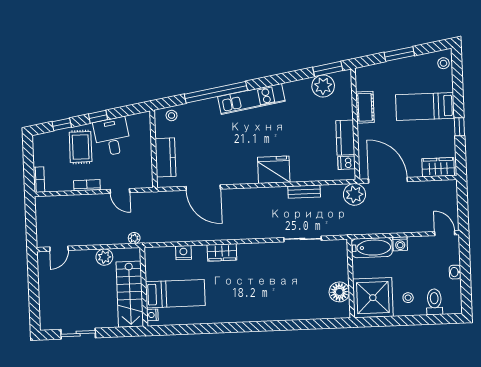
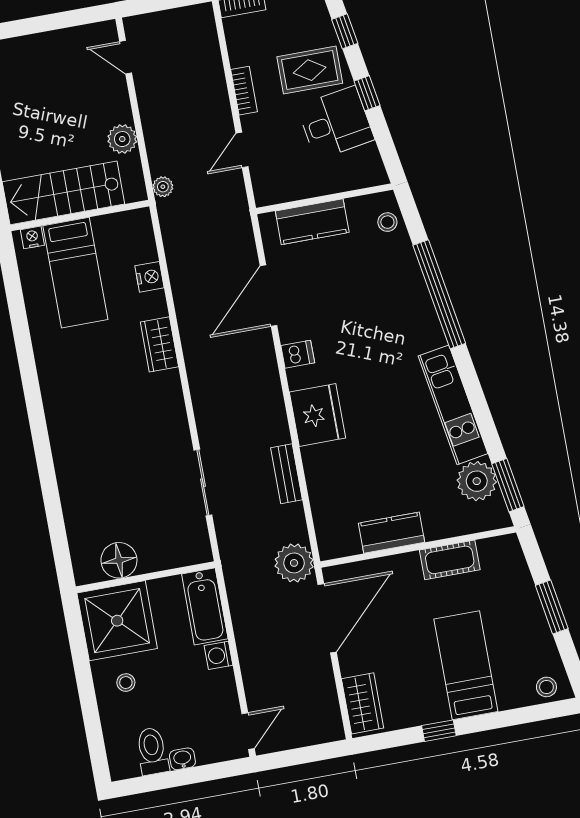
kitchen unit: (251, 99) -> (453, 405), moved
dishwasher: (346, 163) -> (298, 354), moved, turned 90
toilet: (434, 302) -> (152, 751), moved, turned -90

